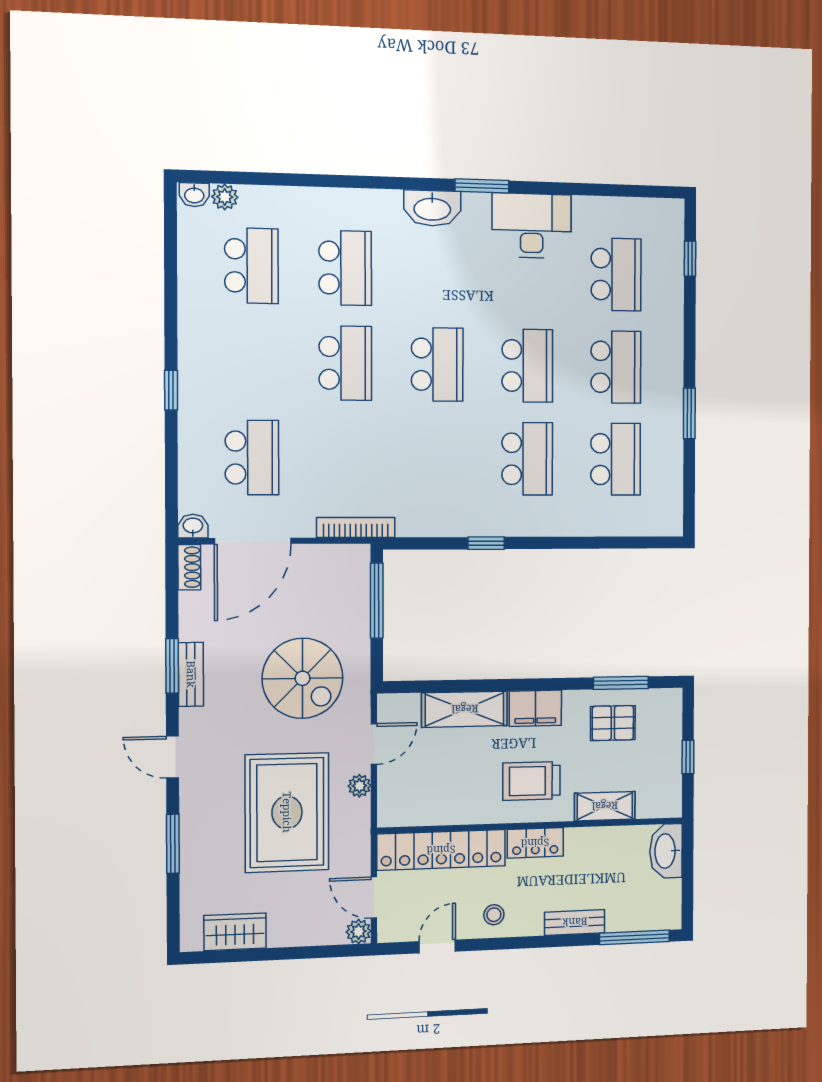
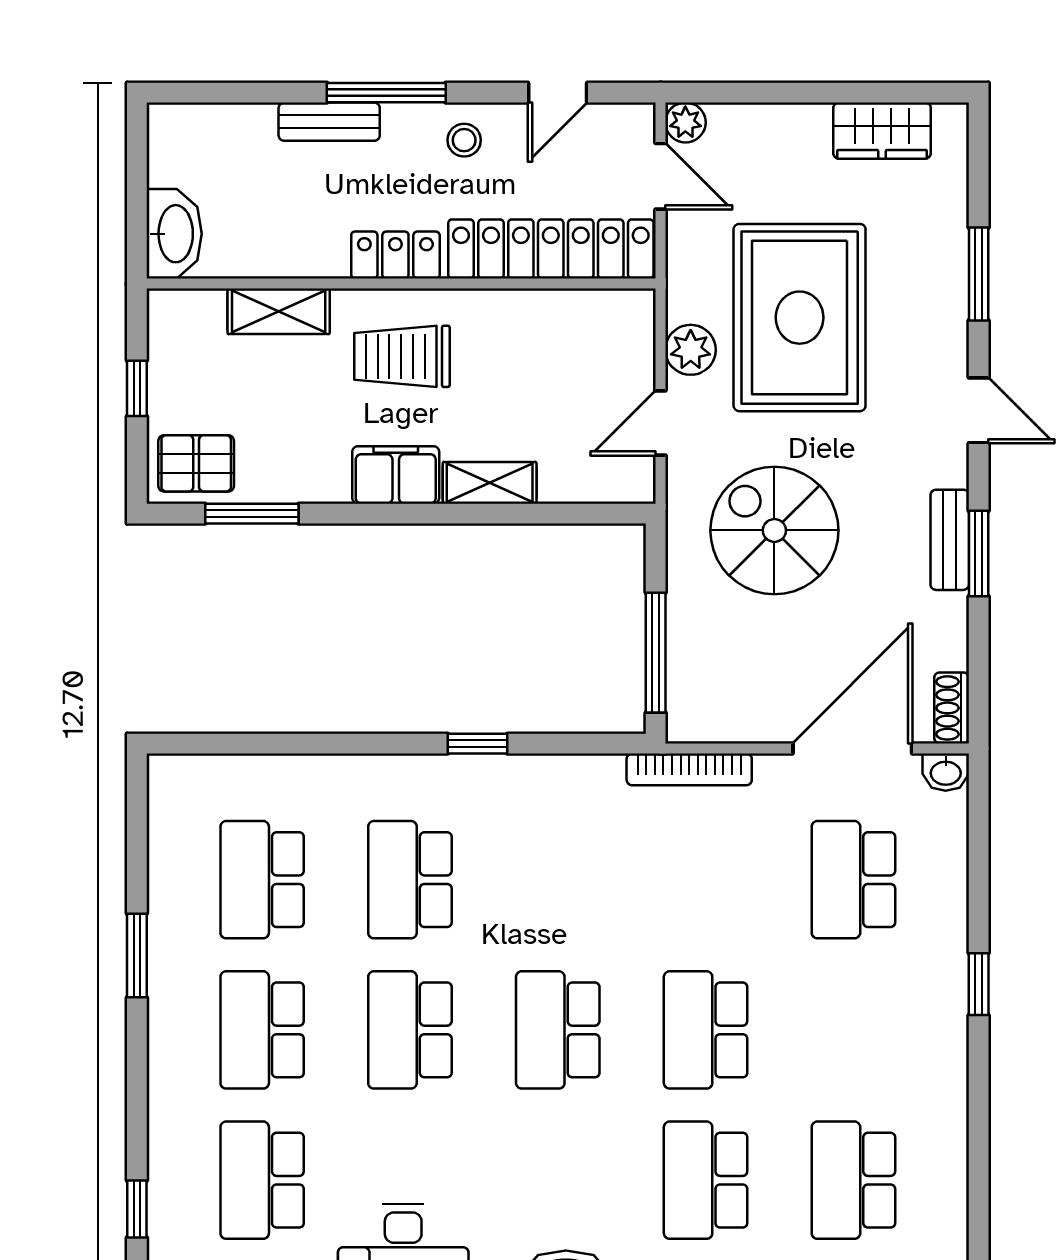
shelving: (465, 709) -> (490, 483), width x0.67, depth x0.75
pallet: (613, 723) -> (196, 463), moved
trolley: (531, 781) -> (402, 356), turned 180
plant: (359, 786) -> (691, 350), width x1.38, depth x1.38
window: (634, 937) -> (386, 93), moved

